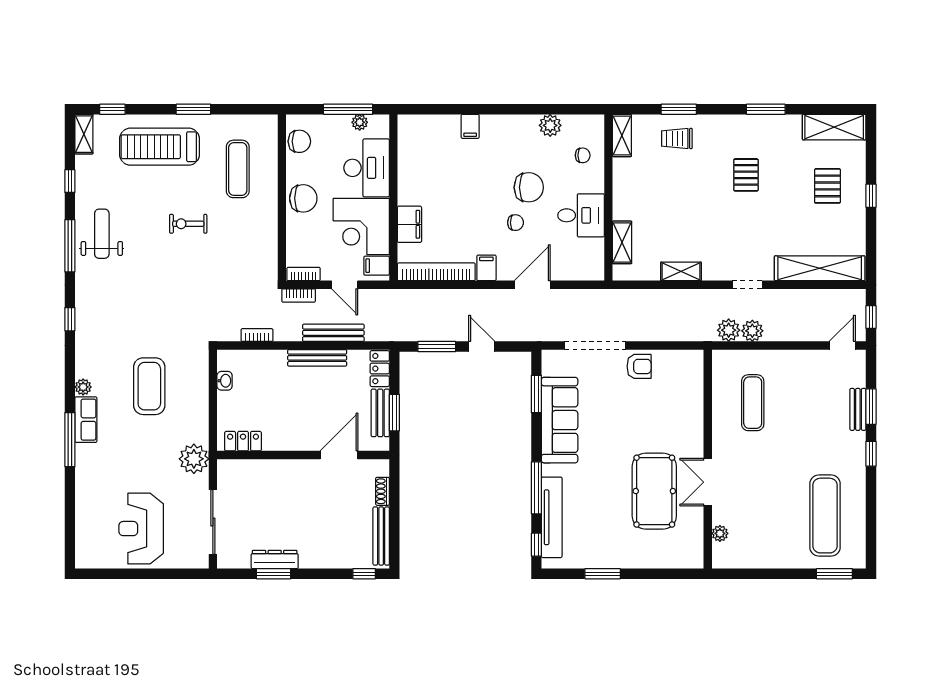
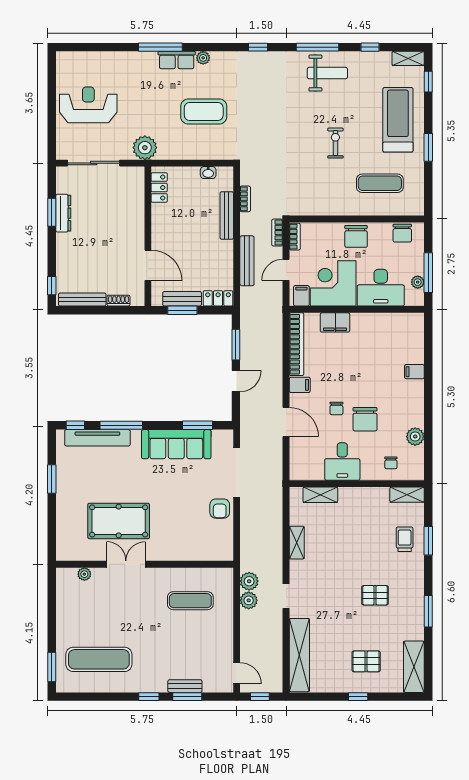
bench: (317, 358) -> (227, 216), moved

